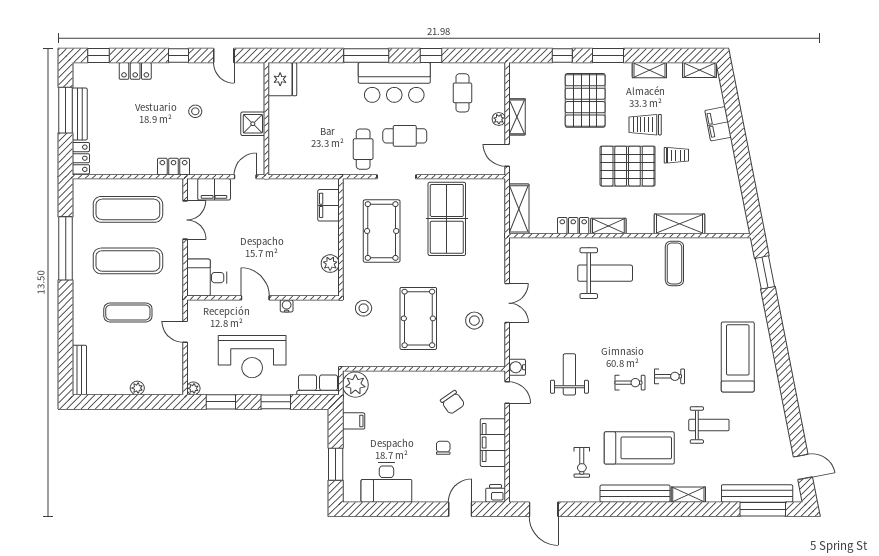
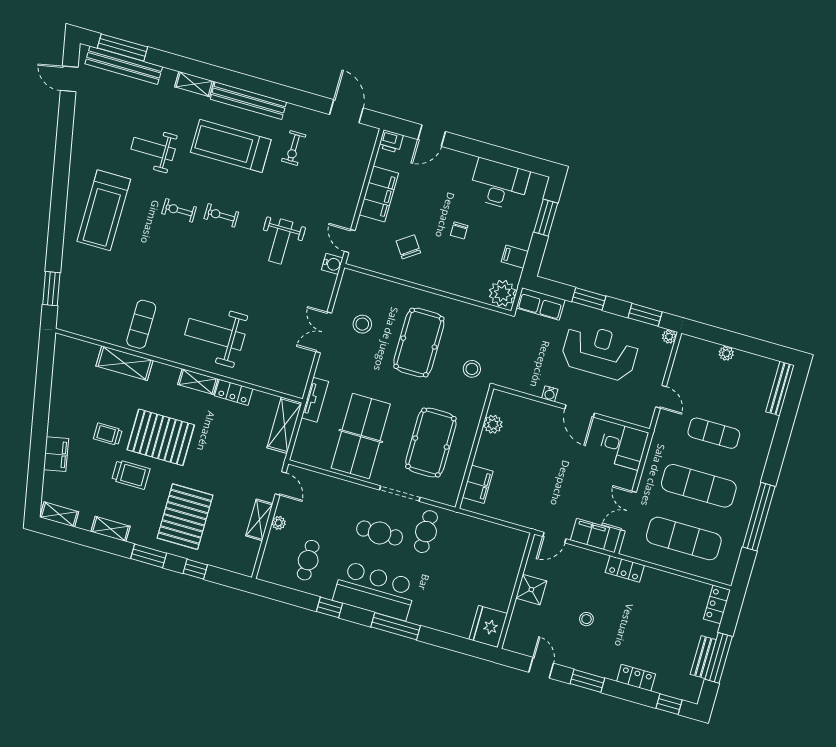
window: (179, 56) -> (587, 681), width x1.50
bench: (80, 114) -> (703, 657), width x0.73
tv unit: (498, 240) -> (315, 400), added
chair: (443, 448) -> (459, 230), moved
exercise bike: (582, 462) -> (294, 148), turned 180

